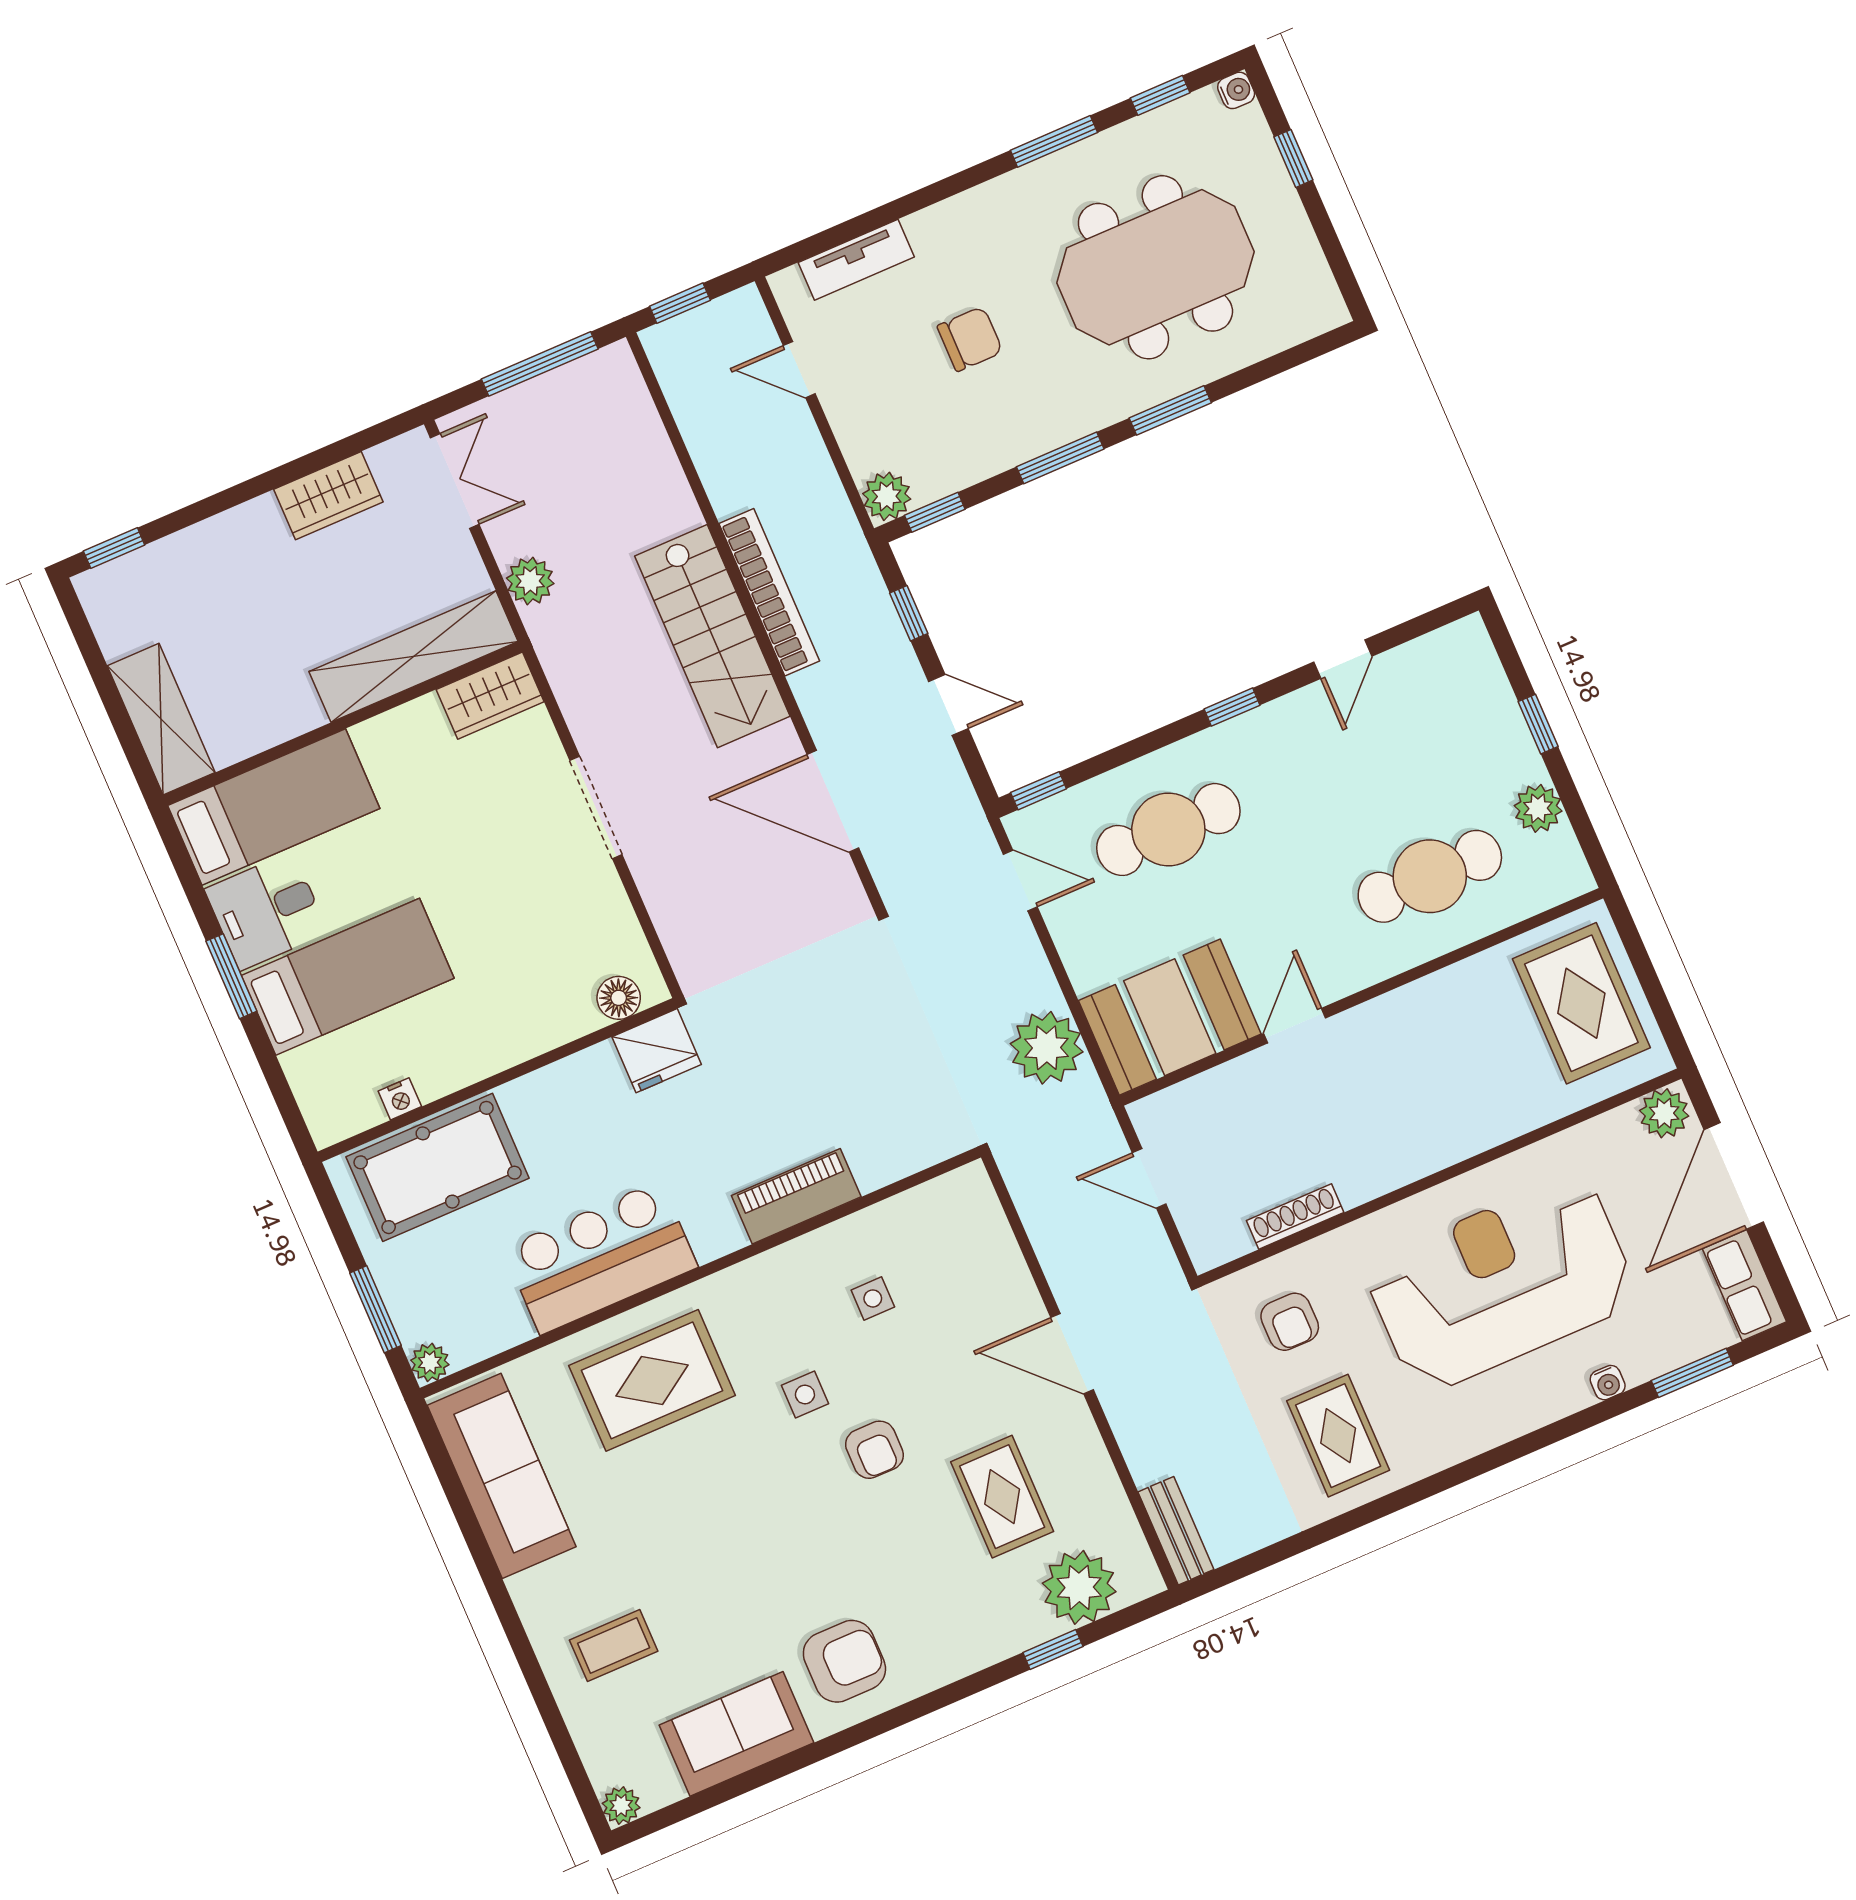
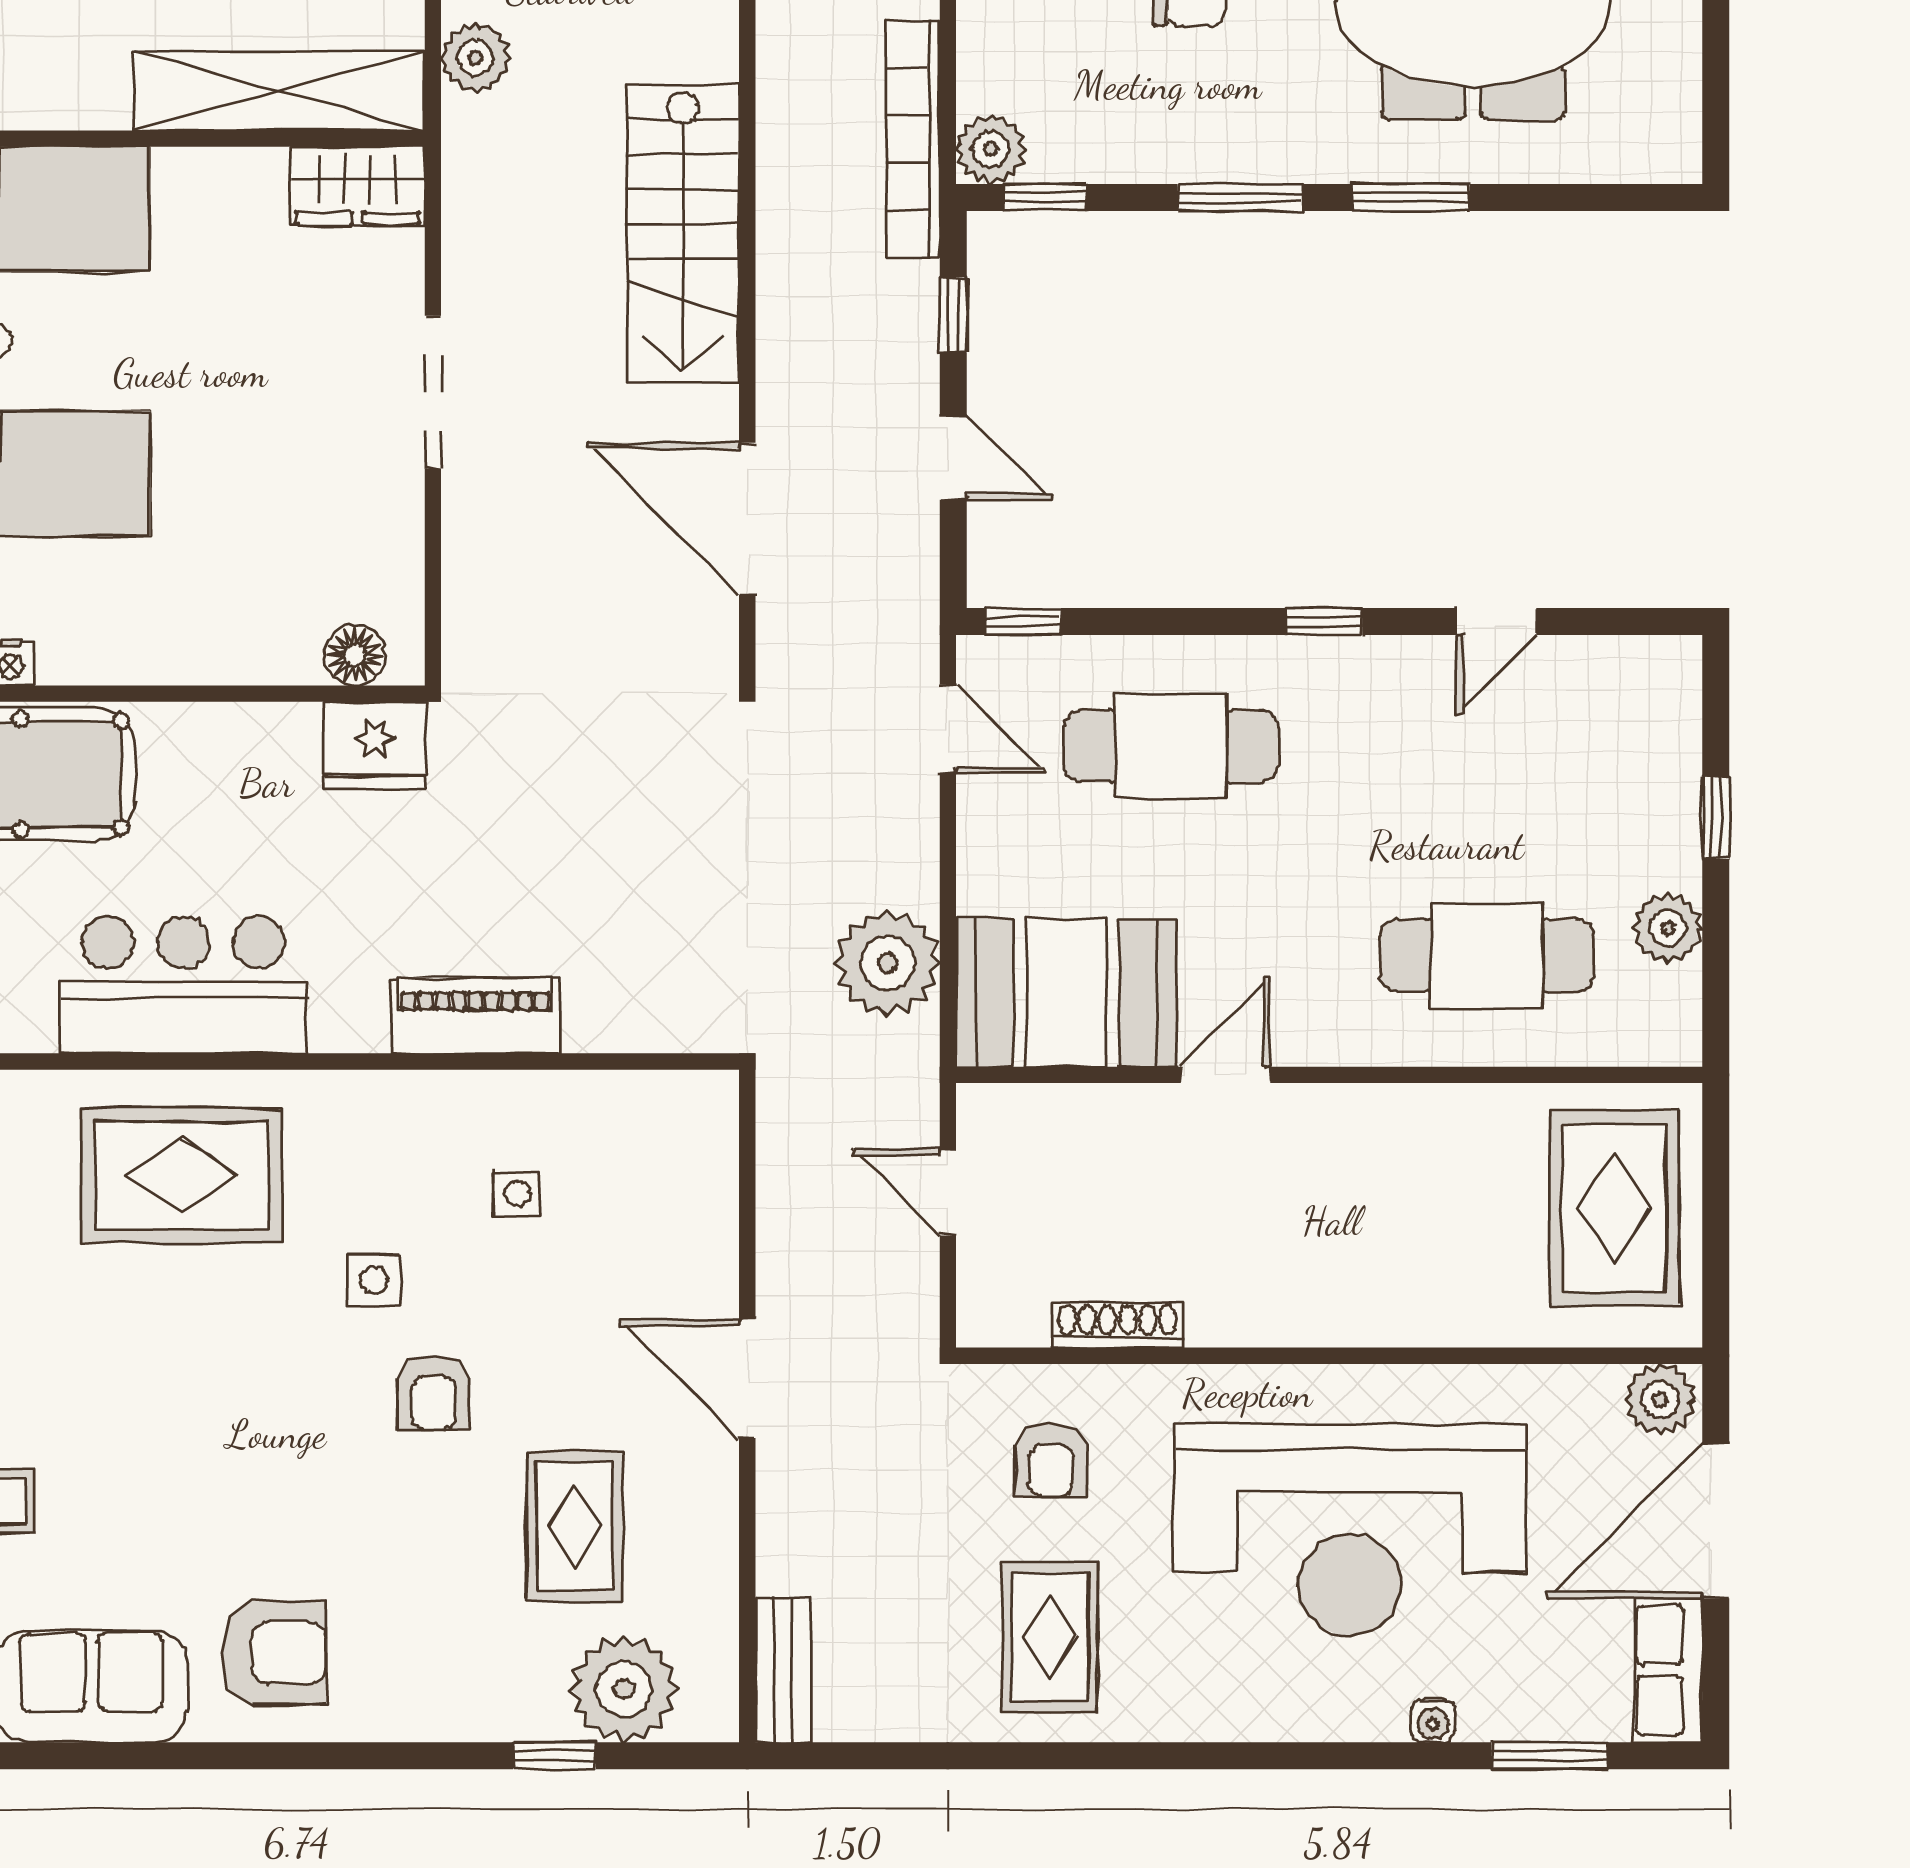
bookcase: (769, 592) -> (913, 139), moved, turned 180
reception desk: (1501, 1283) -> (1350, 1530), turned 180

